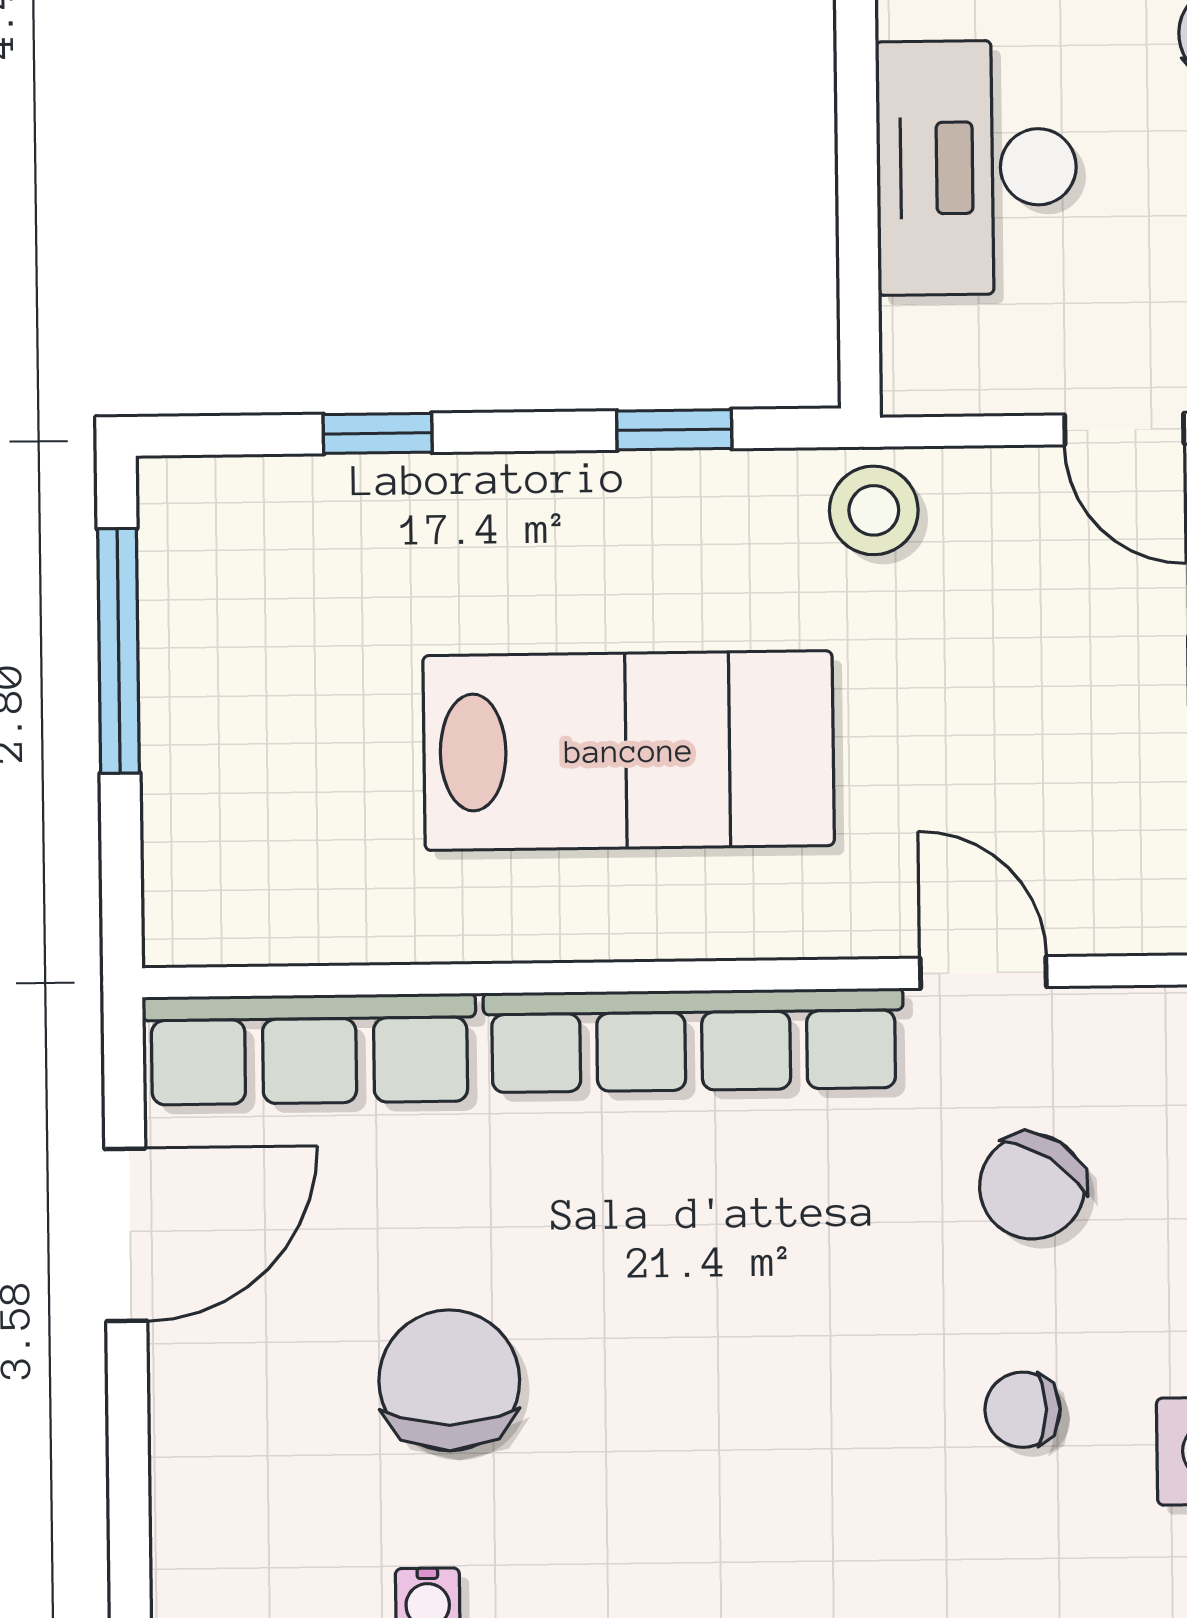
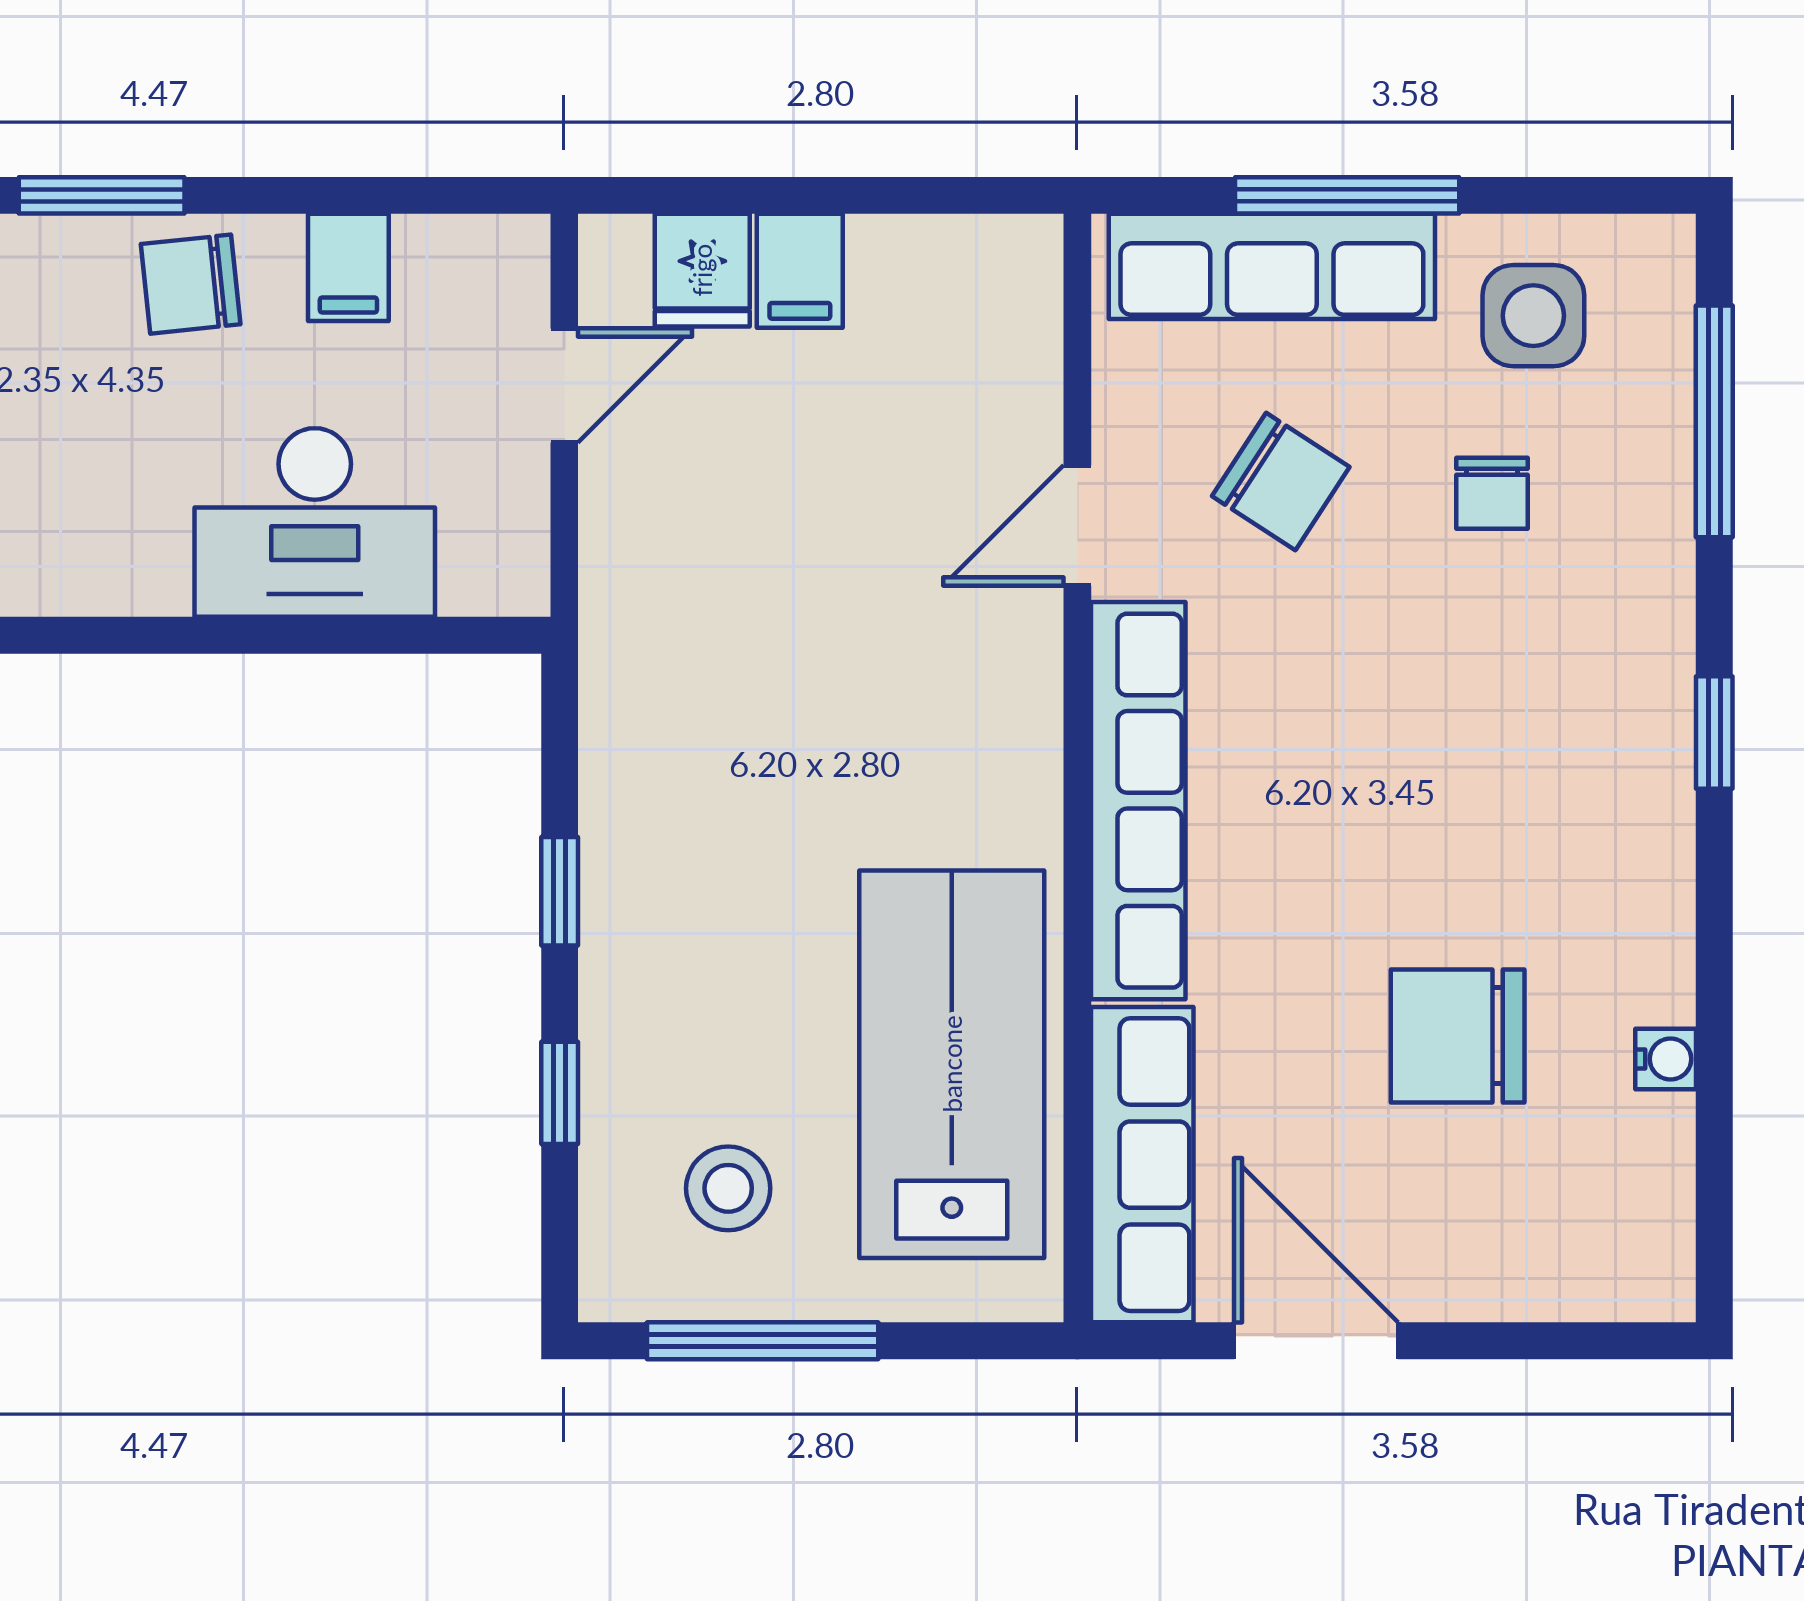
window: (674, 430) -> (560, 891), moved
stool: (874, 510) -> (728, 1188), moved
lab bench: (629, 751) -> (952, 1064), moved

